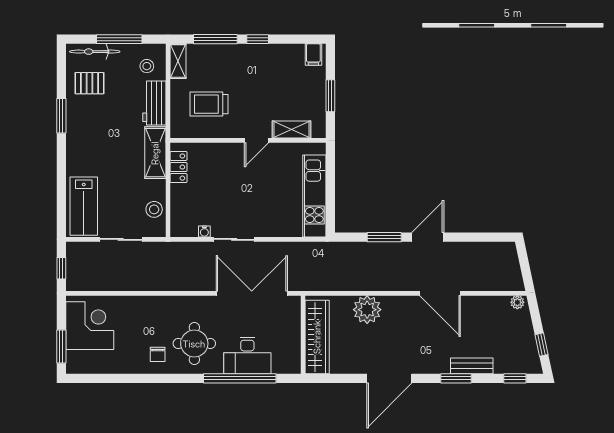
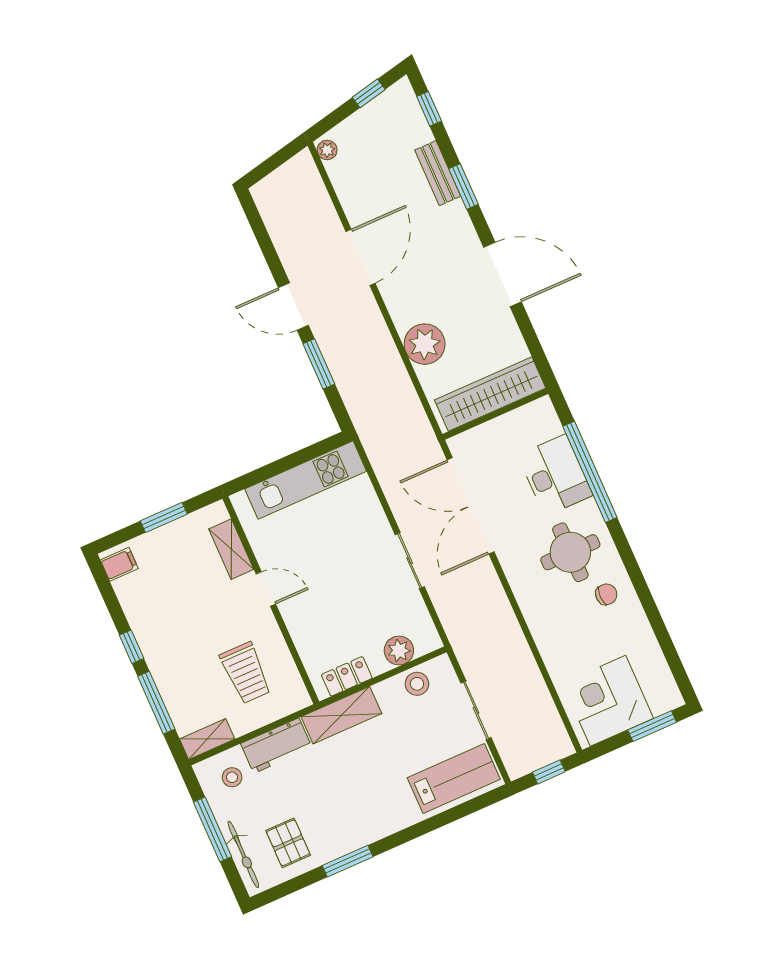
plant: (180, 207) -> (399, 650), added
water cooler: (204, 231) -> (417, 605), removed

